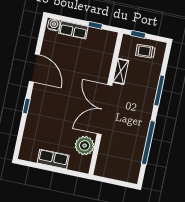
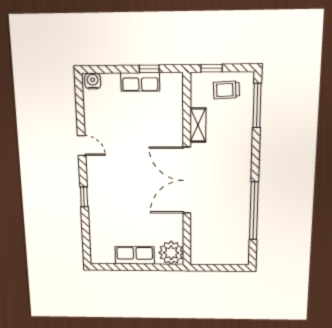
row of seats: (73, 30) -> (140, 82), moved
door: (34, 68) -> (82, 146), width x0.53
window: (159, 90) -> (257, 106), moved
plant: (85, 146) -> (171, 253), moved

